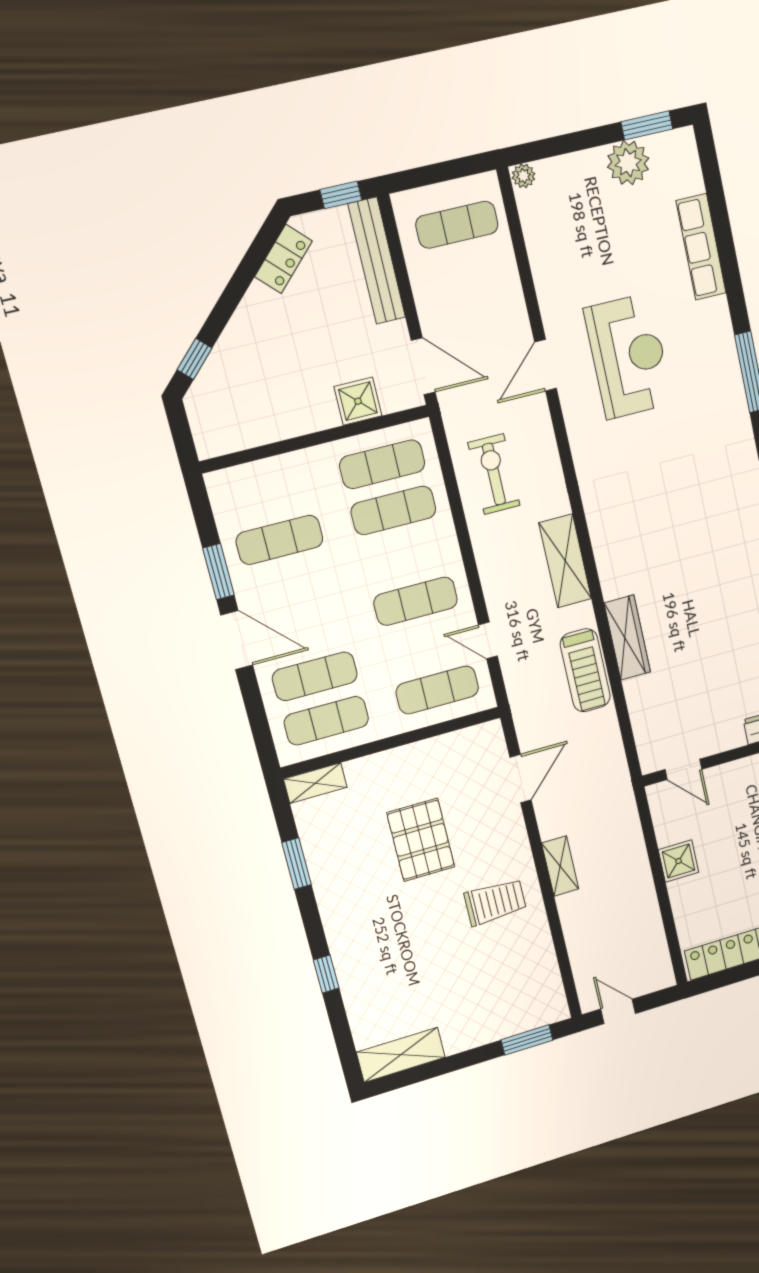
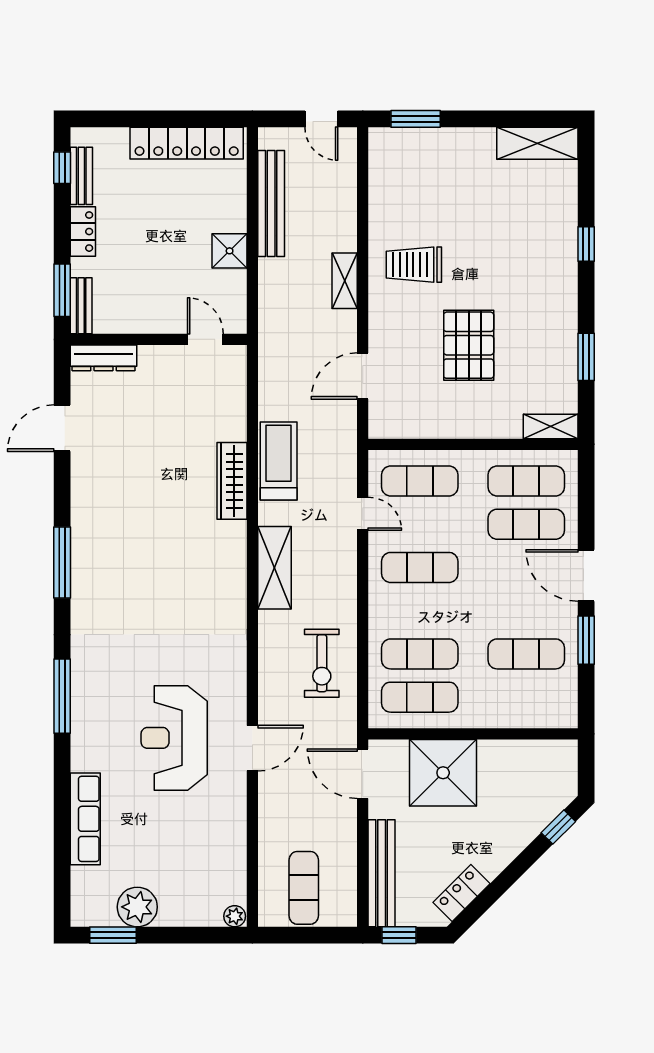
exercise mat: (457, 225) -> (304, 888), turned 90
shower: (358, 401) -> (443, 773), width x1.86, depth x1.86
bench: (648, 918) -> (271, 204), added

